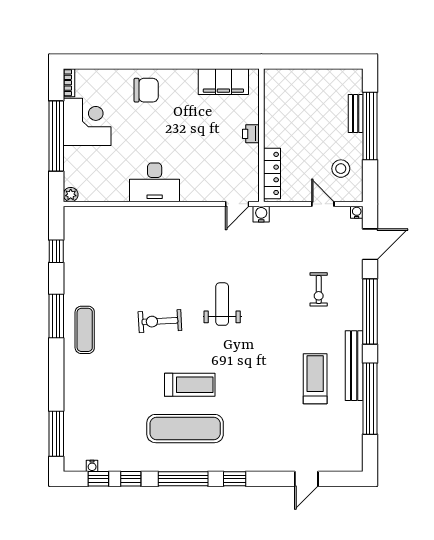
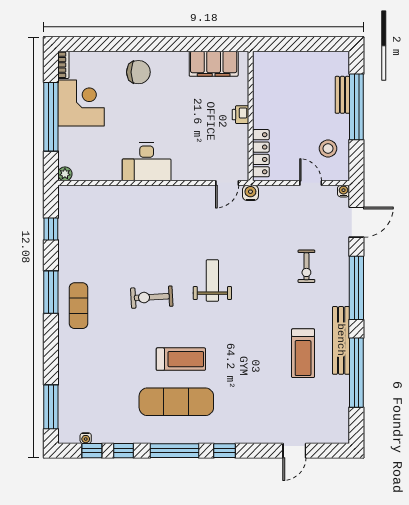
treadmill: (315, 379) -> (303, 353), turned 180

